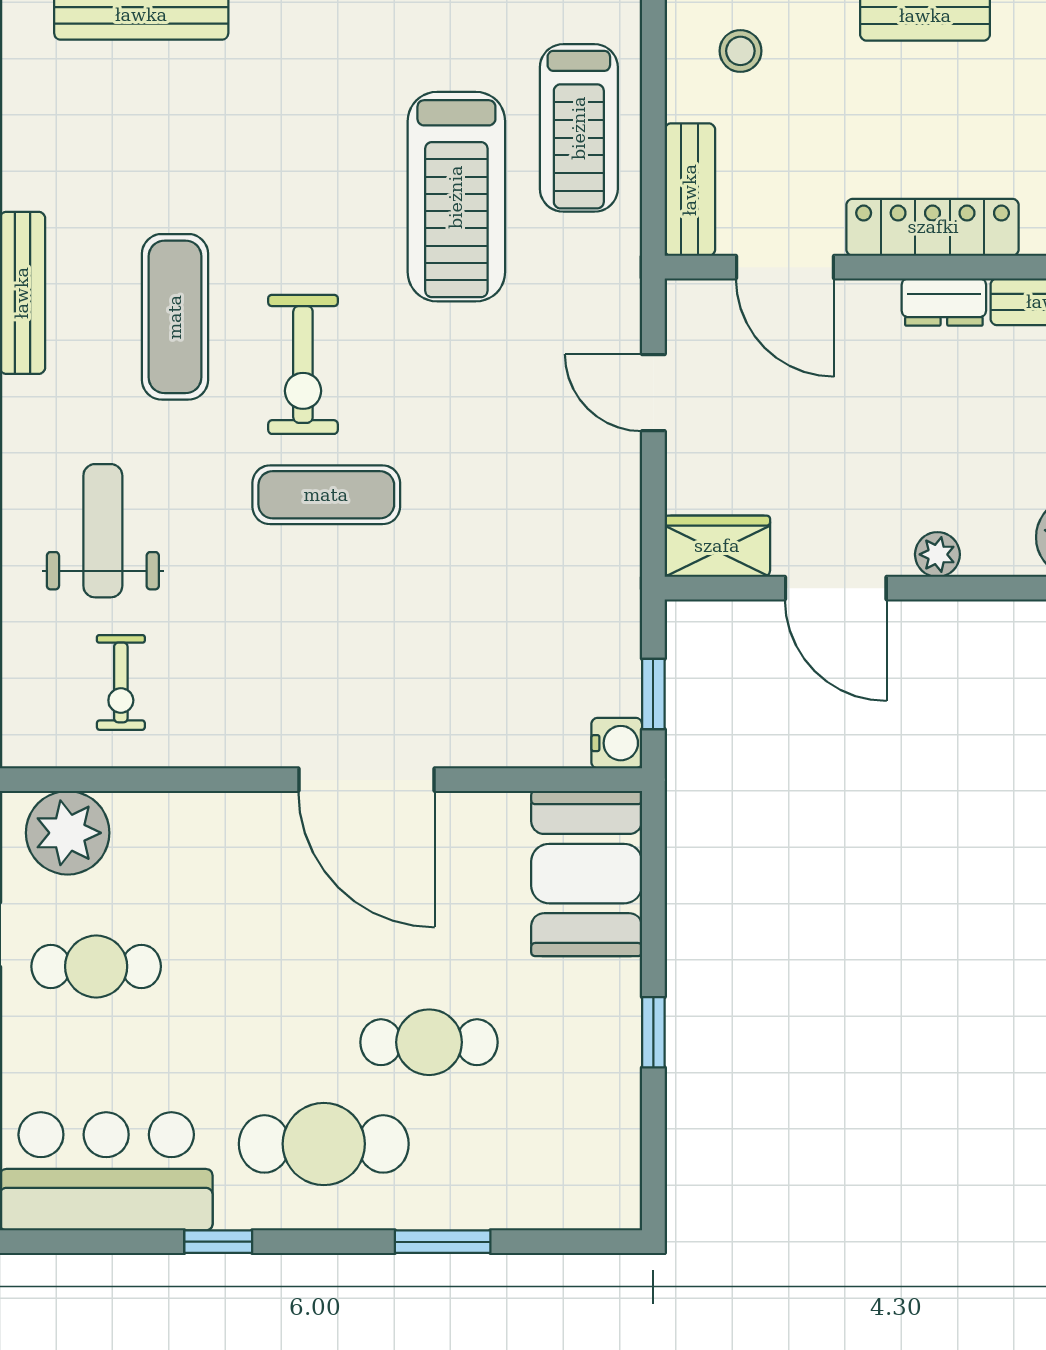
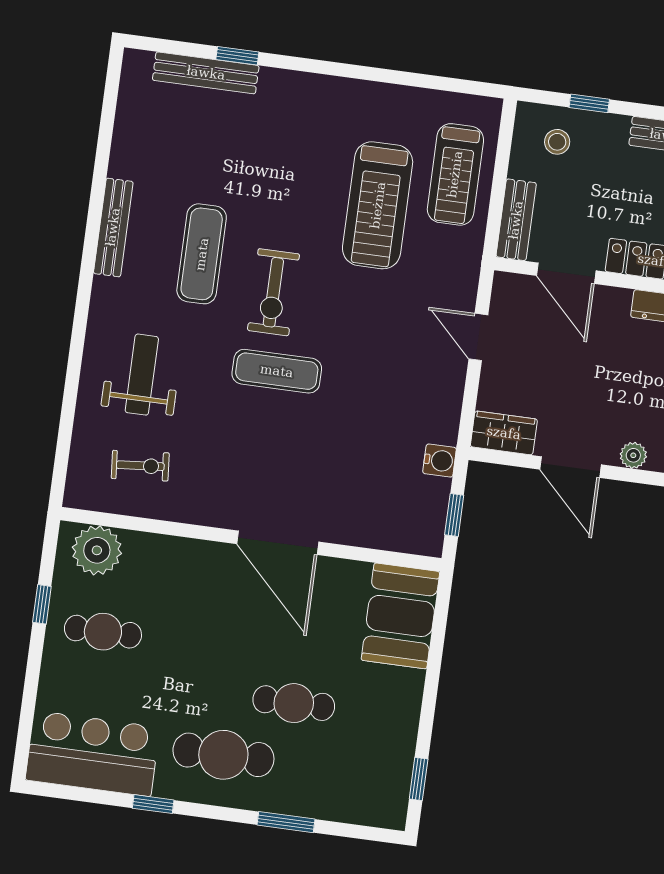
exercise bike: (121, 682) -> (140, 466), turned -95
water cooler: (617, 743) -> (440, 461), moved
window: (653, 1032) -> (419, 779), moved

